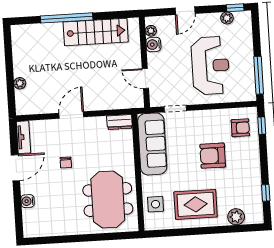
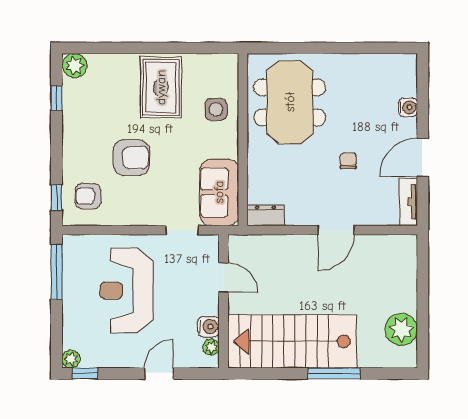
window: (67, 18) -> (334, 373), width x0.68
plant: (227, 18) -> (71, 359), moved
stairs: (96, 32) -> (292, 341), width x1.36, depth x1.51
plant: (20, 83) -> (401, 329), moved, width x1.88, depth x1.88
sofa: (152, 144) -> (219, 192), width x0.73
side table: (156, 204) -> (216, 109), moved
rug: (196, 204) -> (161, 87), turned 90
plant: (236, 217) -> (75, 66), moved

